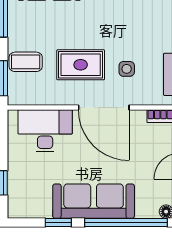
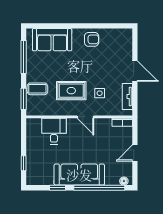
door: (104, 108) -> (85, 117), width x0.53
desk: (45, 131) -> (54, 131), width x0.73

